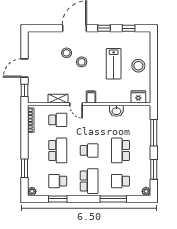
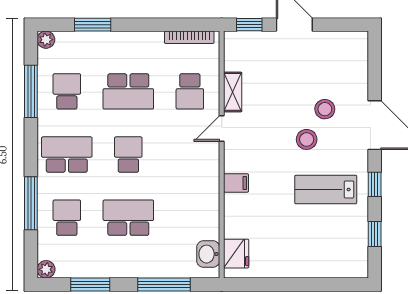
lab bench: (114, 64) -> (326, 189), moved
stool: (138, 66) -> (299, 254), removed
filing cabinet: (91, 97) -> (236, 183), moved
washbasin: (116, 111) -> (208, 254), moved
school desk: (89, 150) -> (128, 155), turned 180
school desk: (89, 181) -> (67, 155), turned 180
window: (58, 199) -> (31, 91), width x1.44

